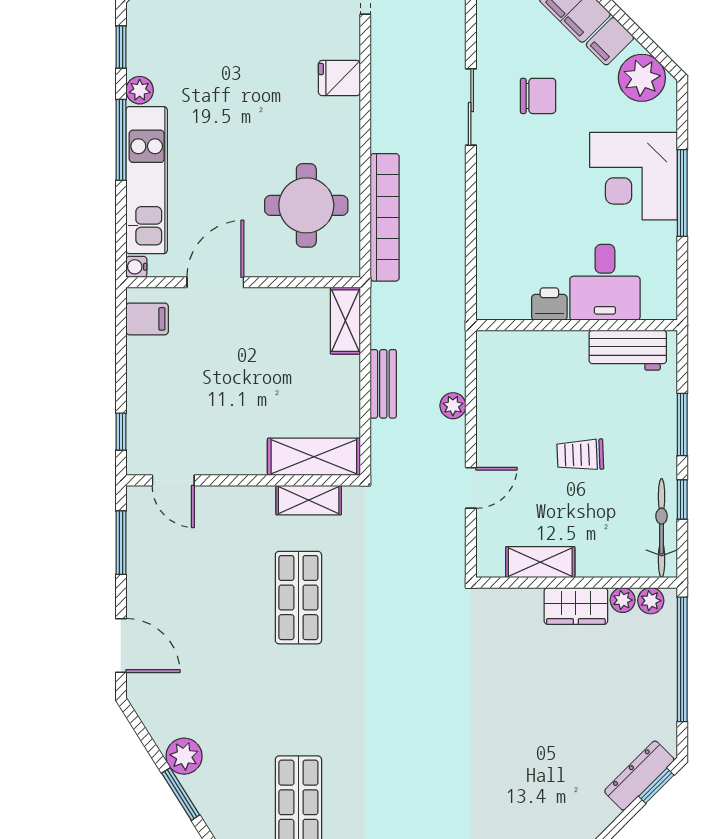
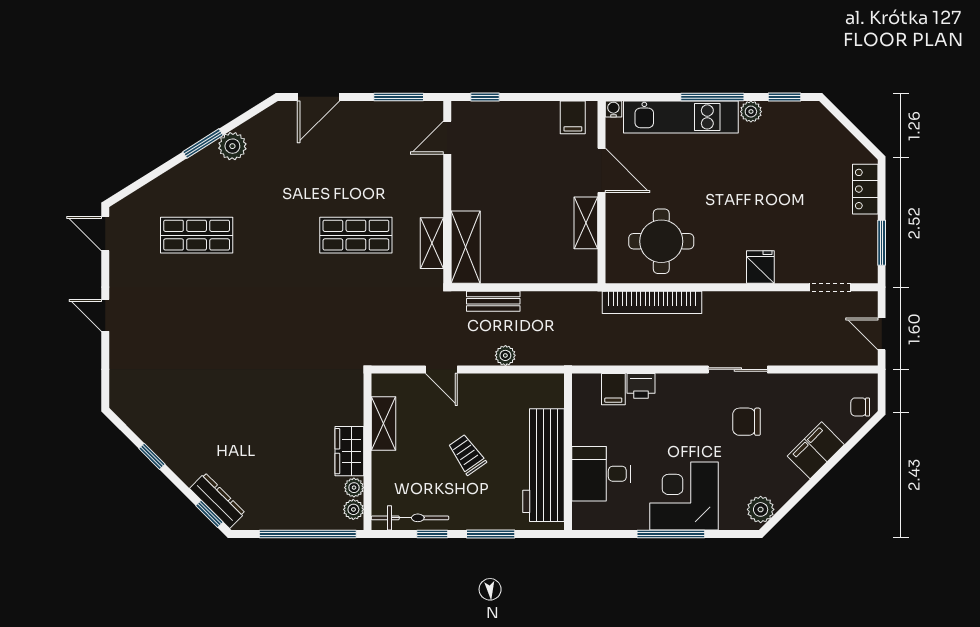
filing cabinet: (610, 41) -> (613, 389), moved, turned -135
plant: (642, 78) -> (761, 509), width x0.73, depth x0.73
chair: (538, 96) -> (746, 422), turned 90
printer: (549, 304) -> (641, 386), moved, turned 90
shelving: (345, 321) -> (586, 223), moved, turned 90
workbench: (628, 350) -> (544, 465), width x1.88, depth x1.32
bench: (383, 384) -> (493, 301), moved
trolley: (580, 455) -> (467, 455), turned -33

